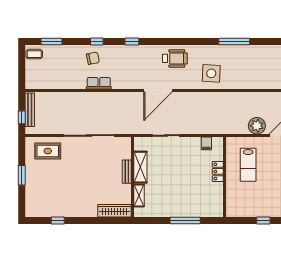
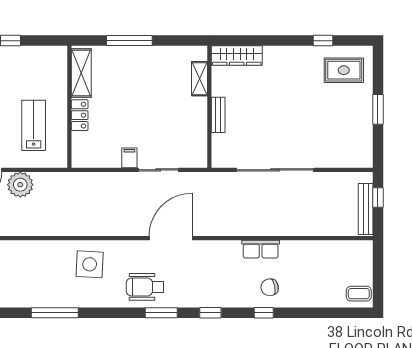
window: (52, 41) -> (161, 313), moved
filing cabinet: (206, 143) -> (129, 158), moved
rug: (48, 151) -> (344, 70), moved
shelving: (140, 167) -> (81, 73), moved

